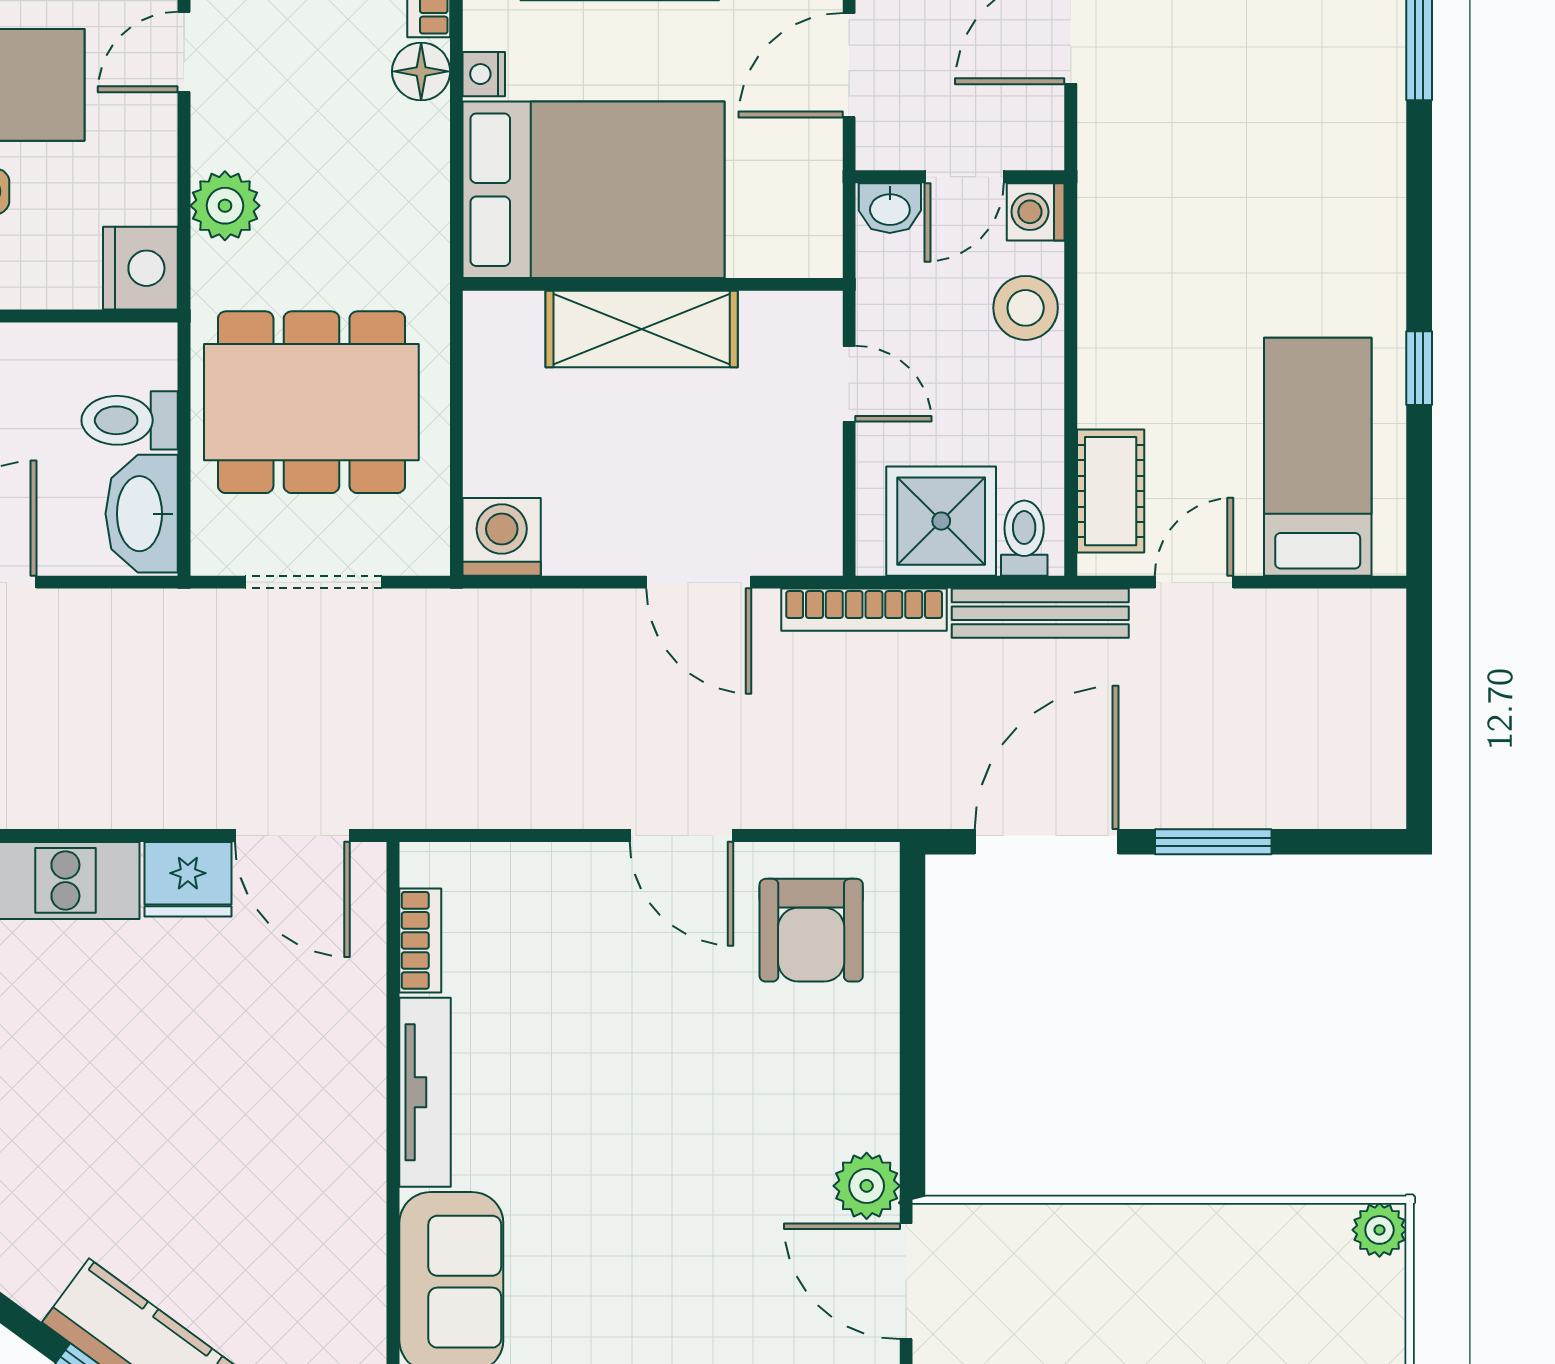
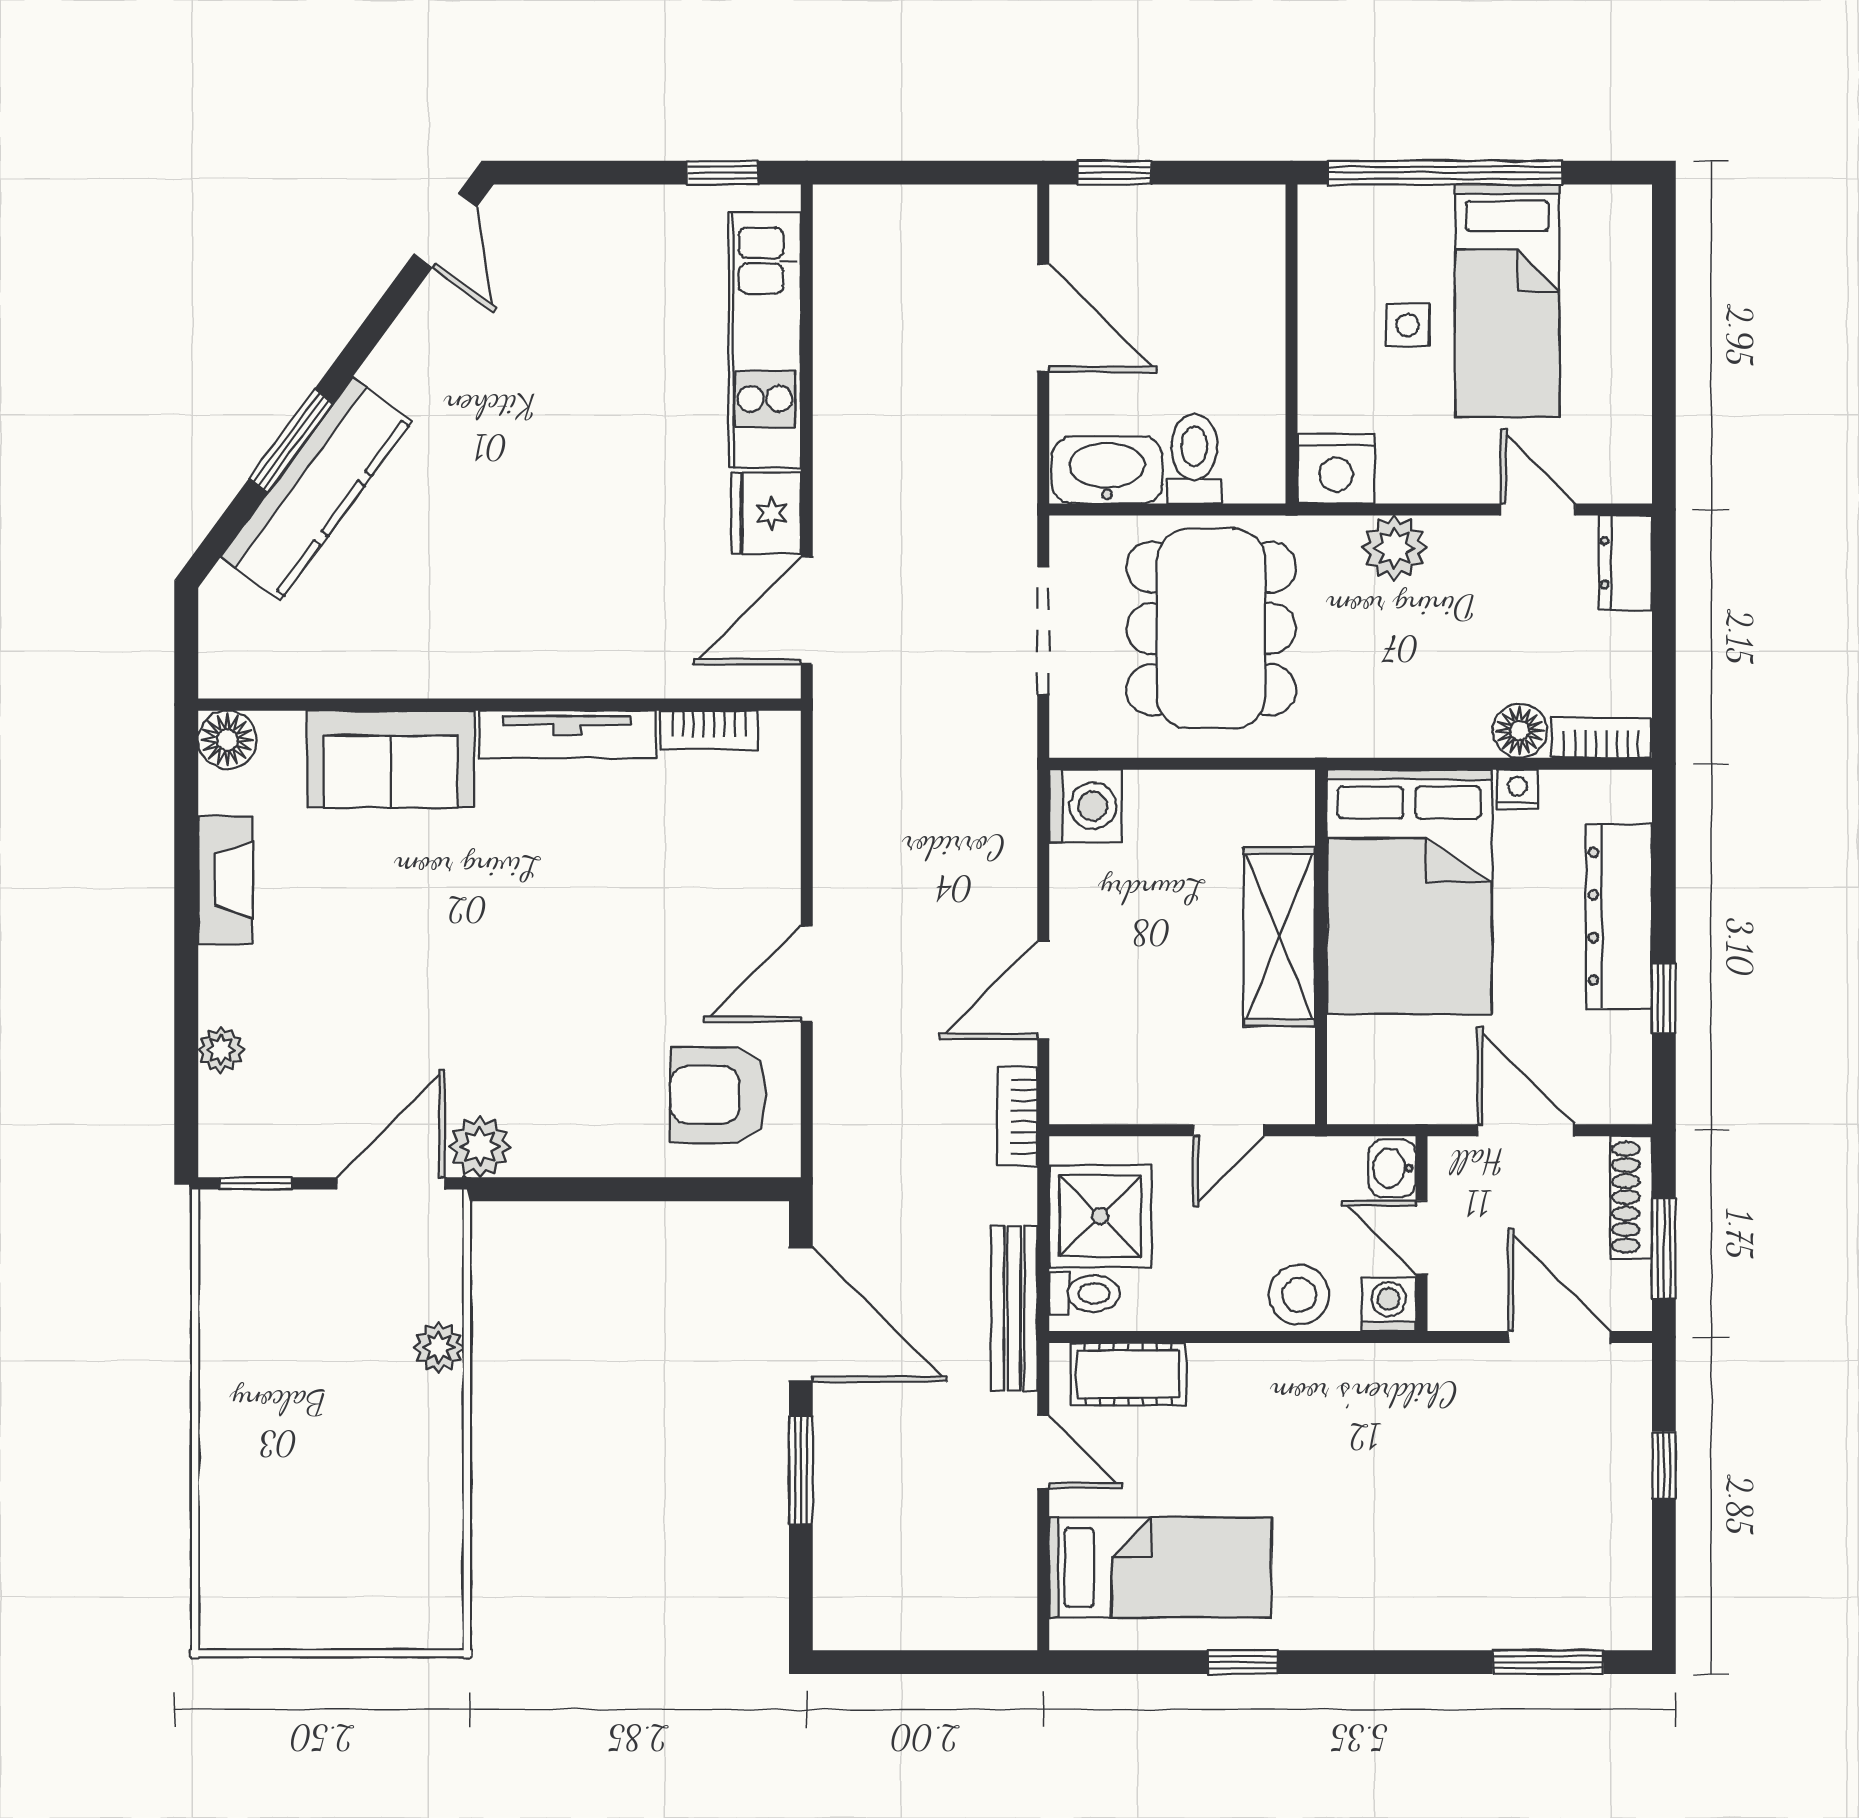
bookcase: (864, 610) -> (1018, 1116), width x0.64
plant: (1379, 1230) -> (439, 1348), moved

